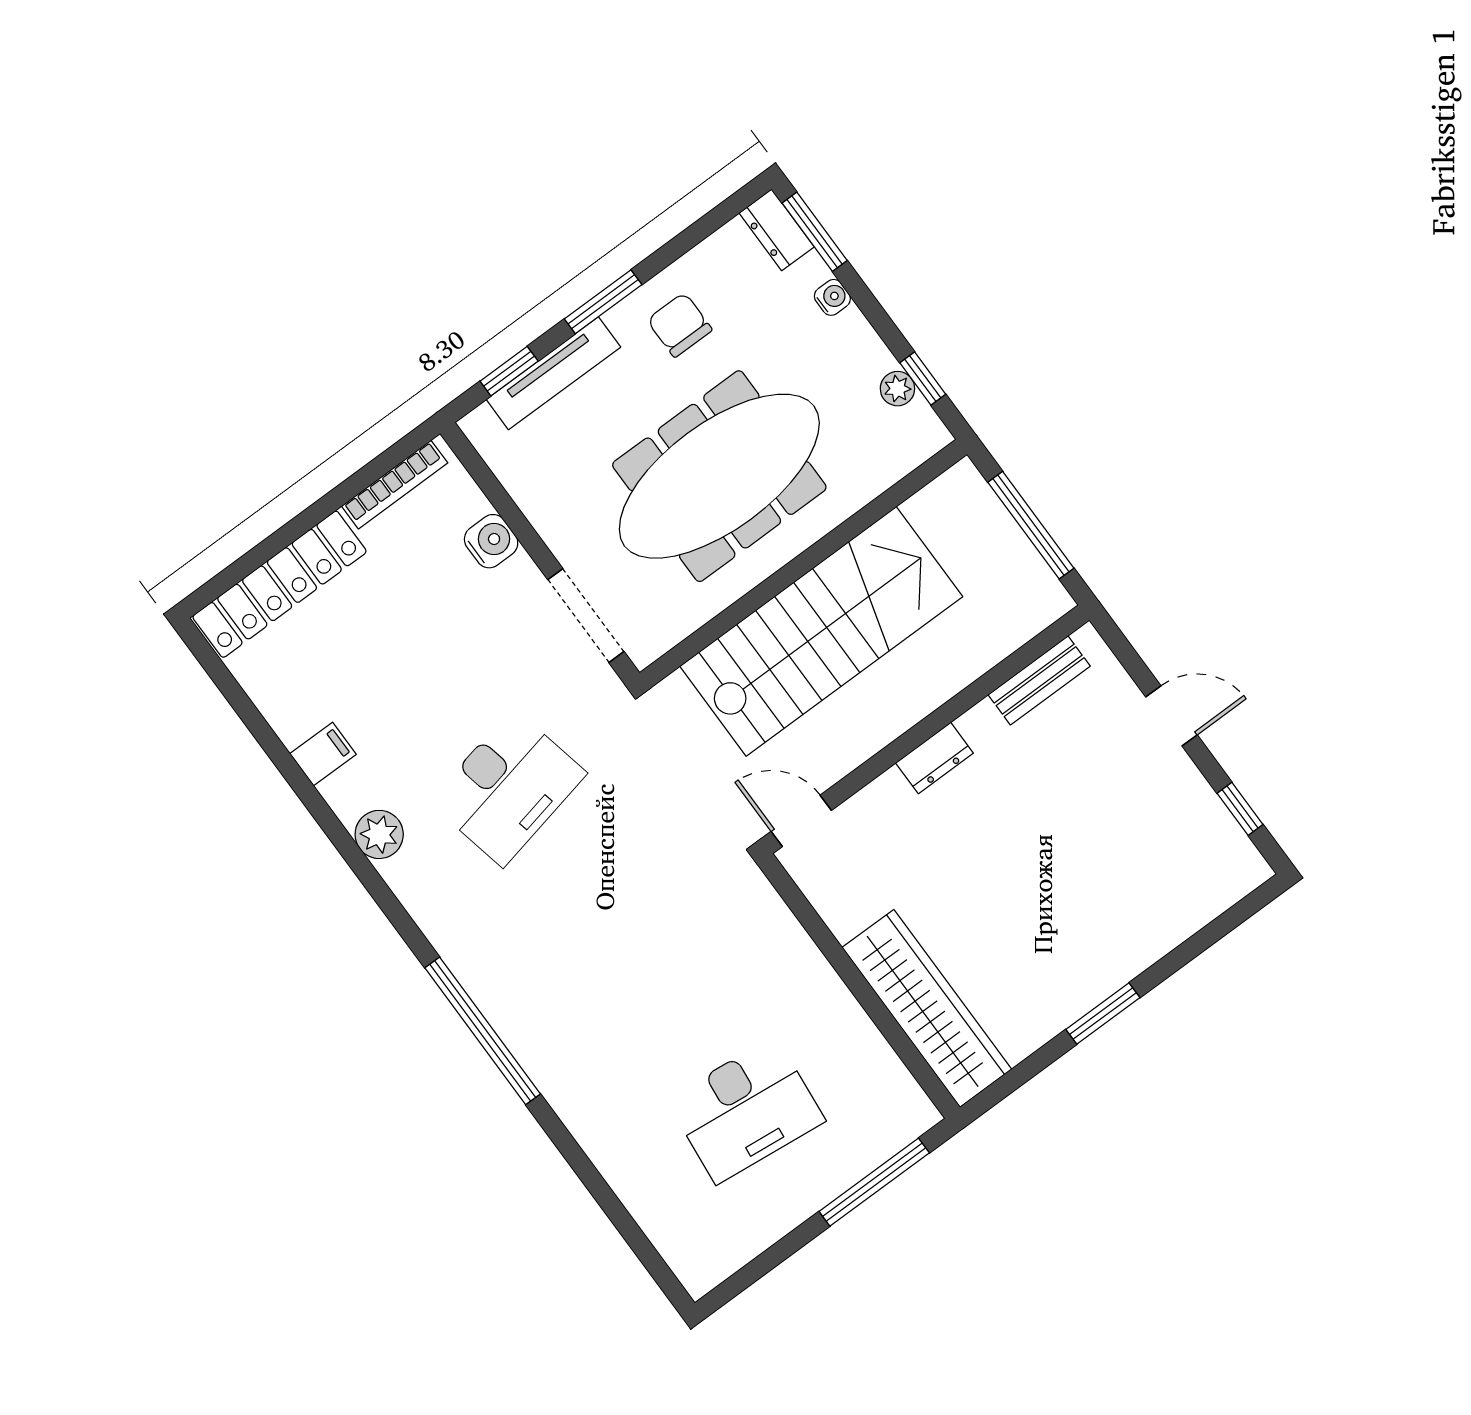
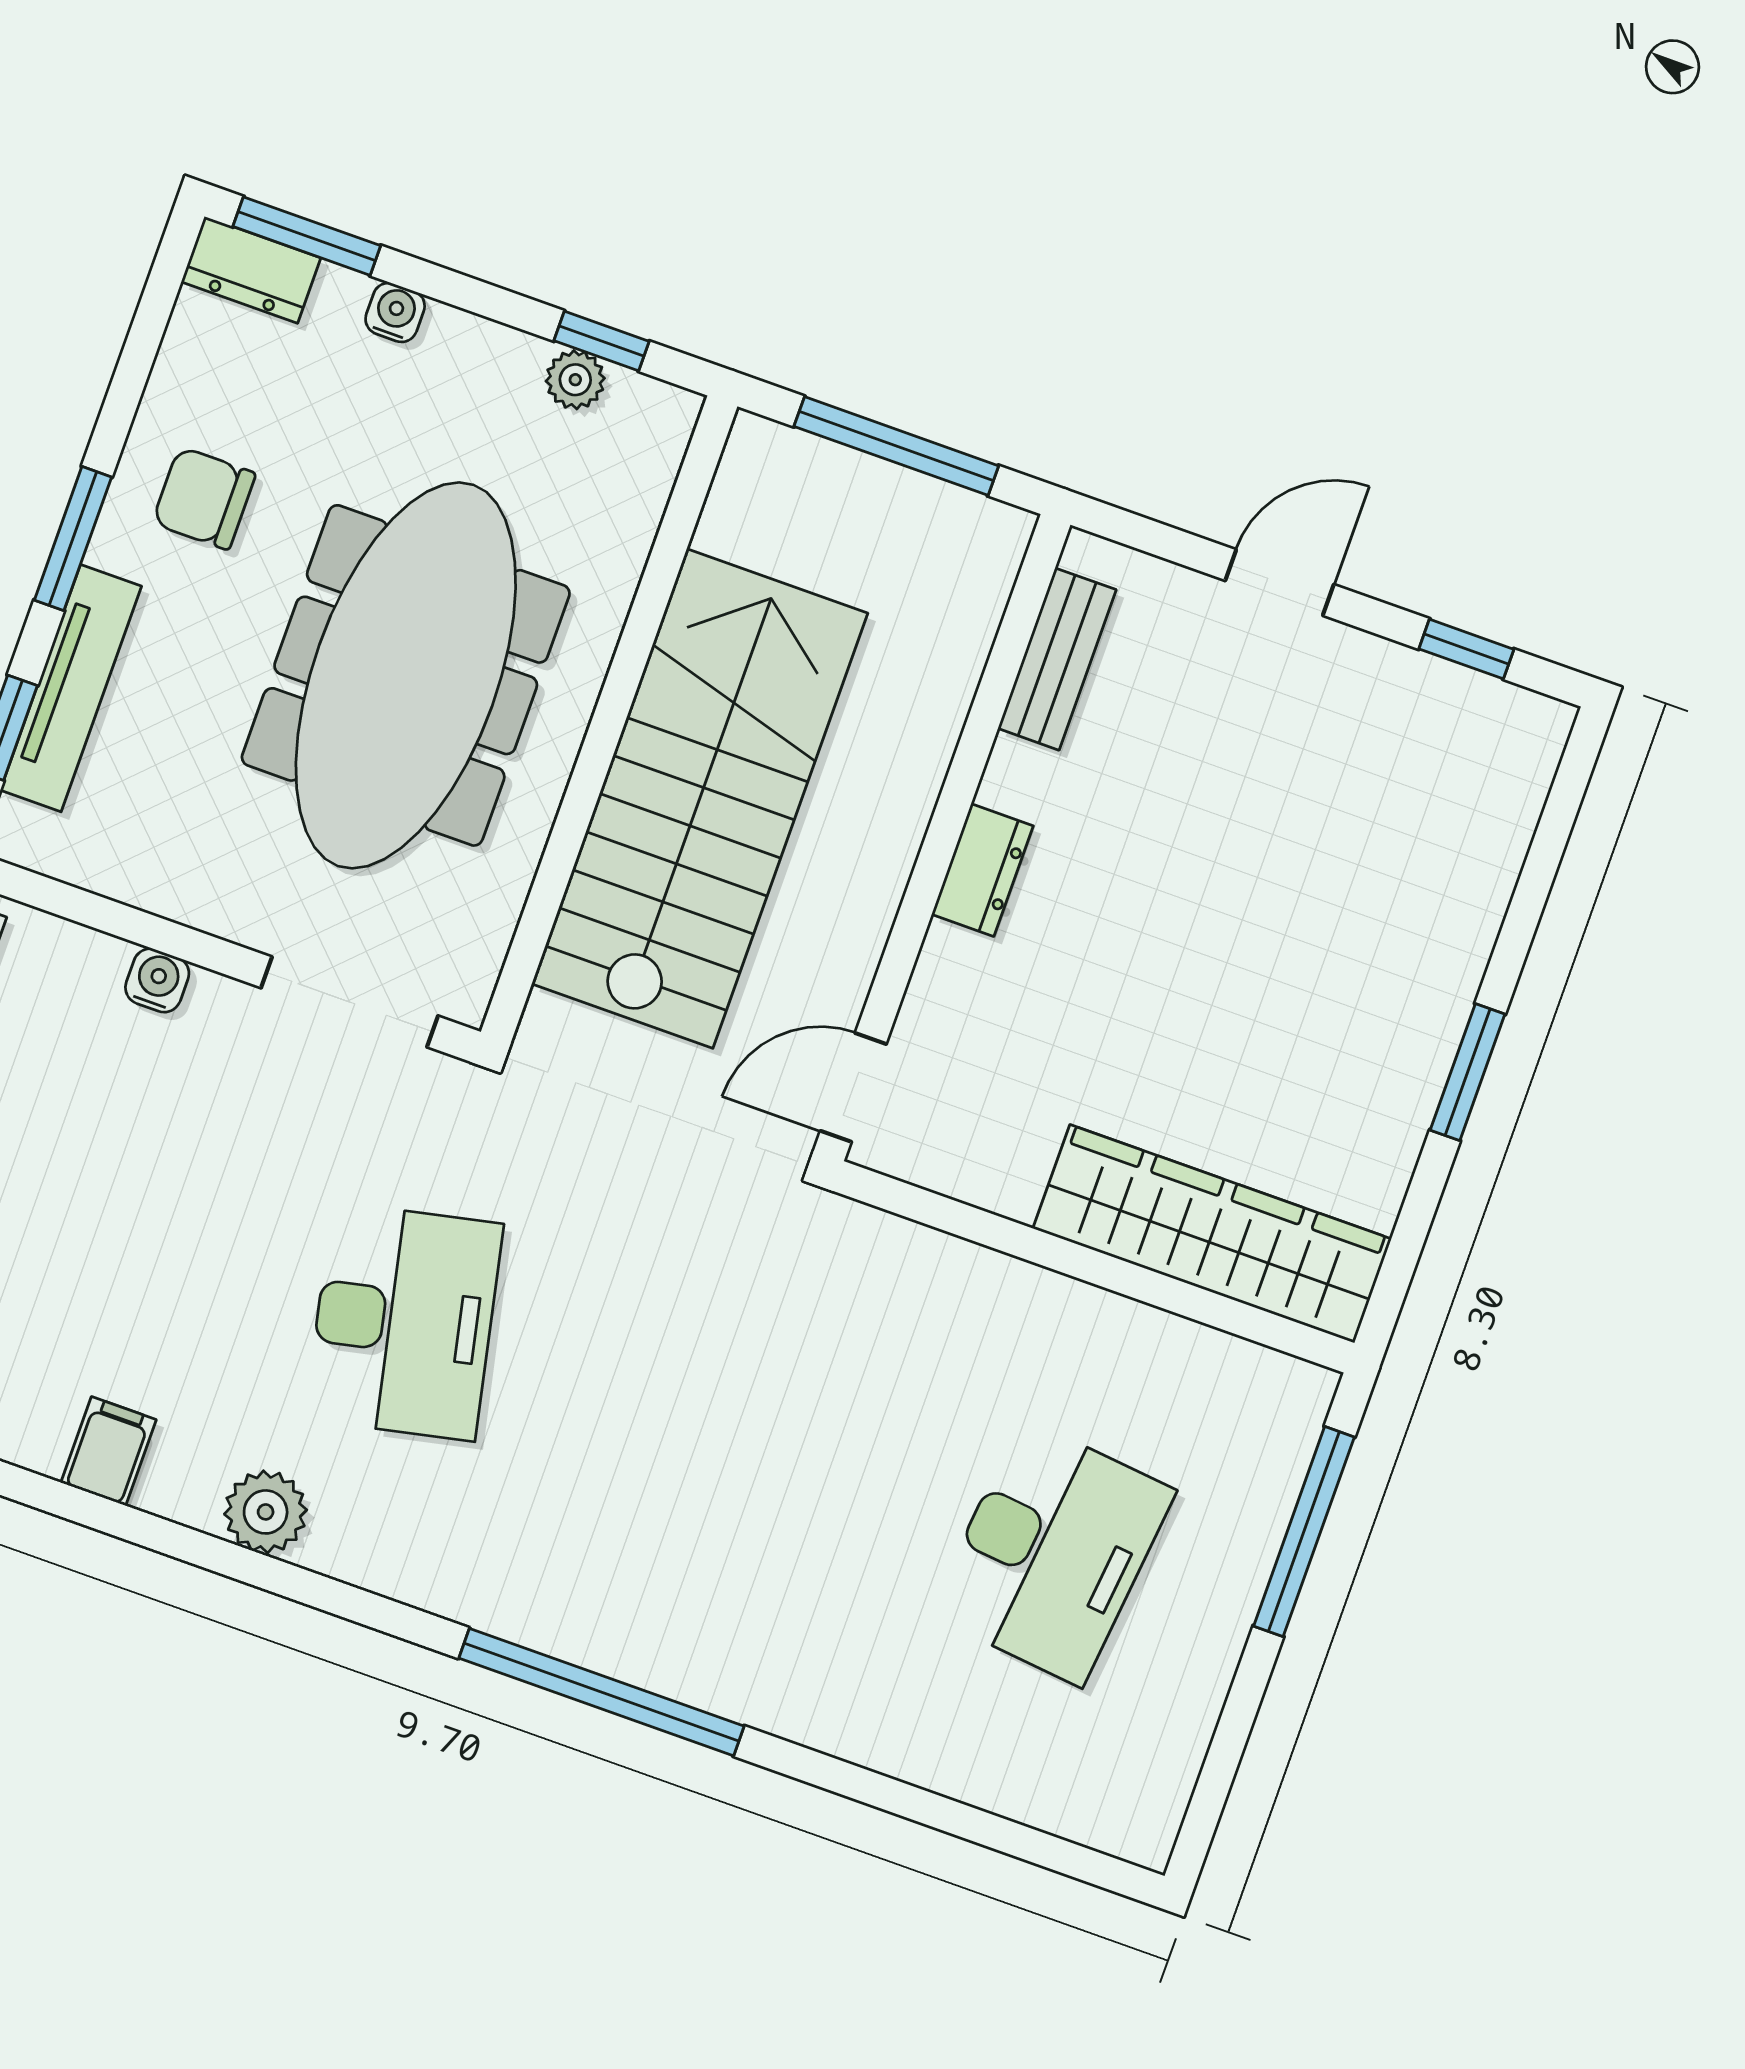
water cooler: (491, 541) -> (157, 980), width x0.72, depth x0.72

